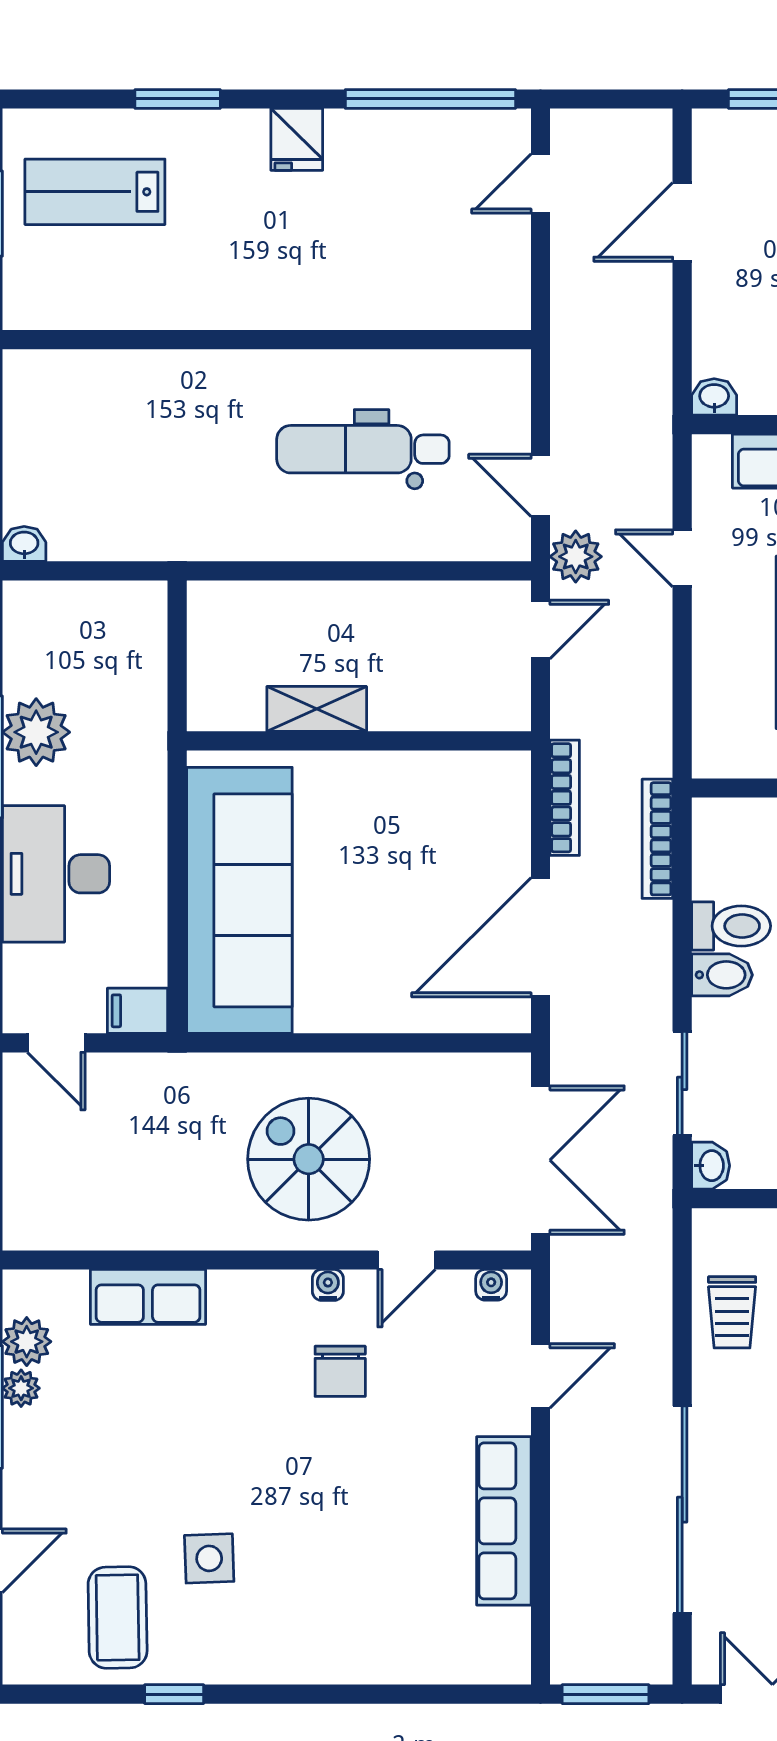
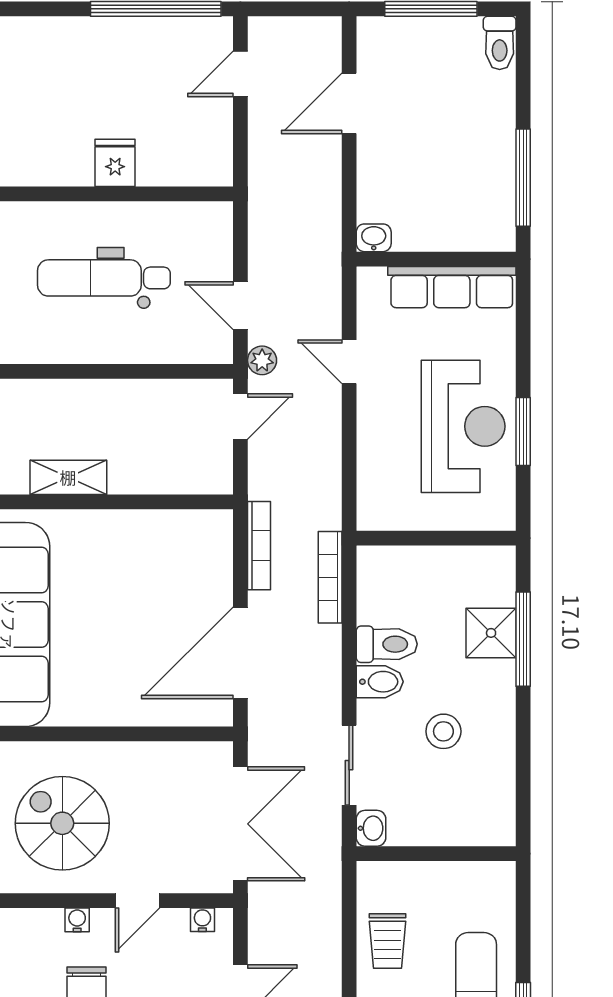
fridge: (297, 139) -> (115, 163), moved, turned 180
plant: (576, 557) -> (262, 360), width x0.73, depth x0.73

